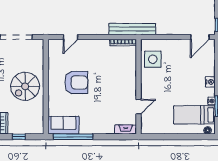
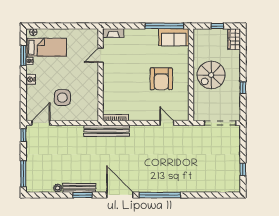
door: (71, 37) -> (167, 123), hinge flipped
side table: (153, 59) -> (62, 98), moved
armchair: (76, 82) -> (161, 79), turned -90
spiral stairs: (25, 86) -> (211, 75), turned 180

